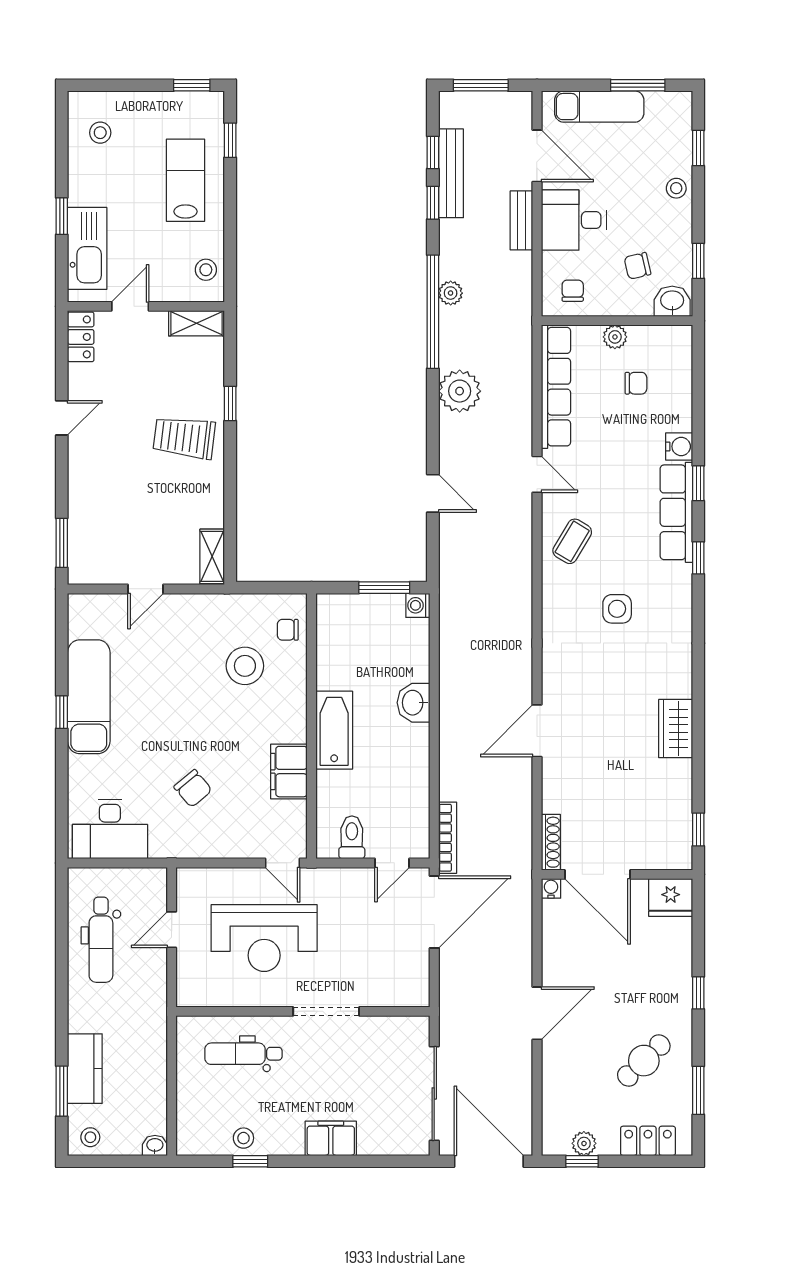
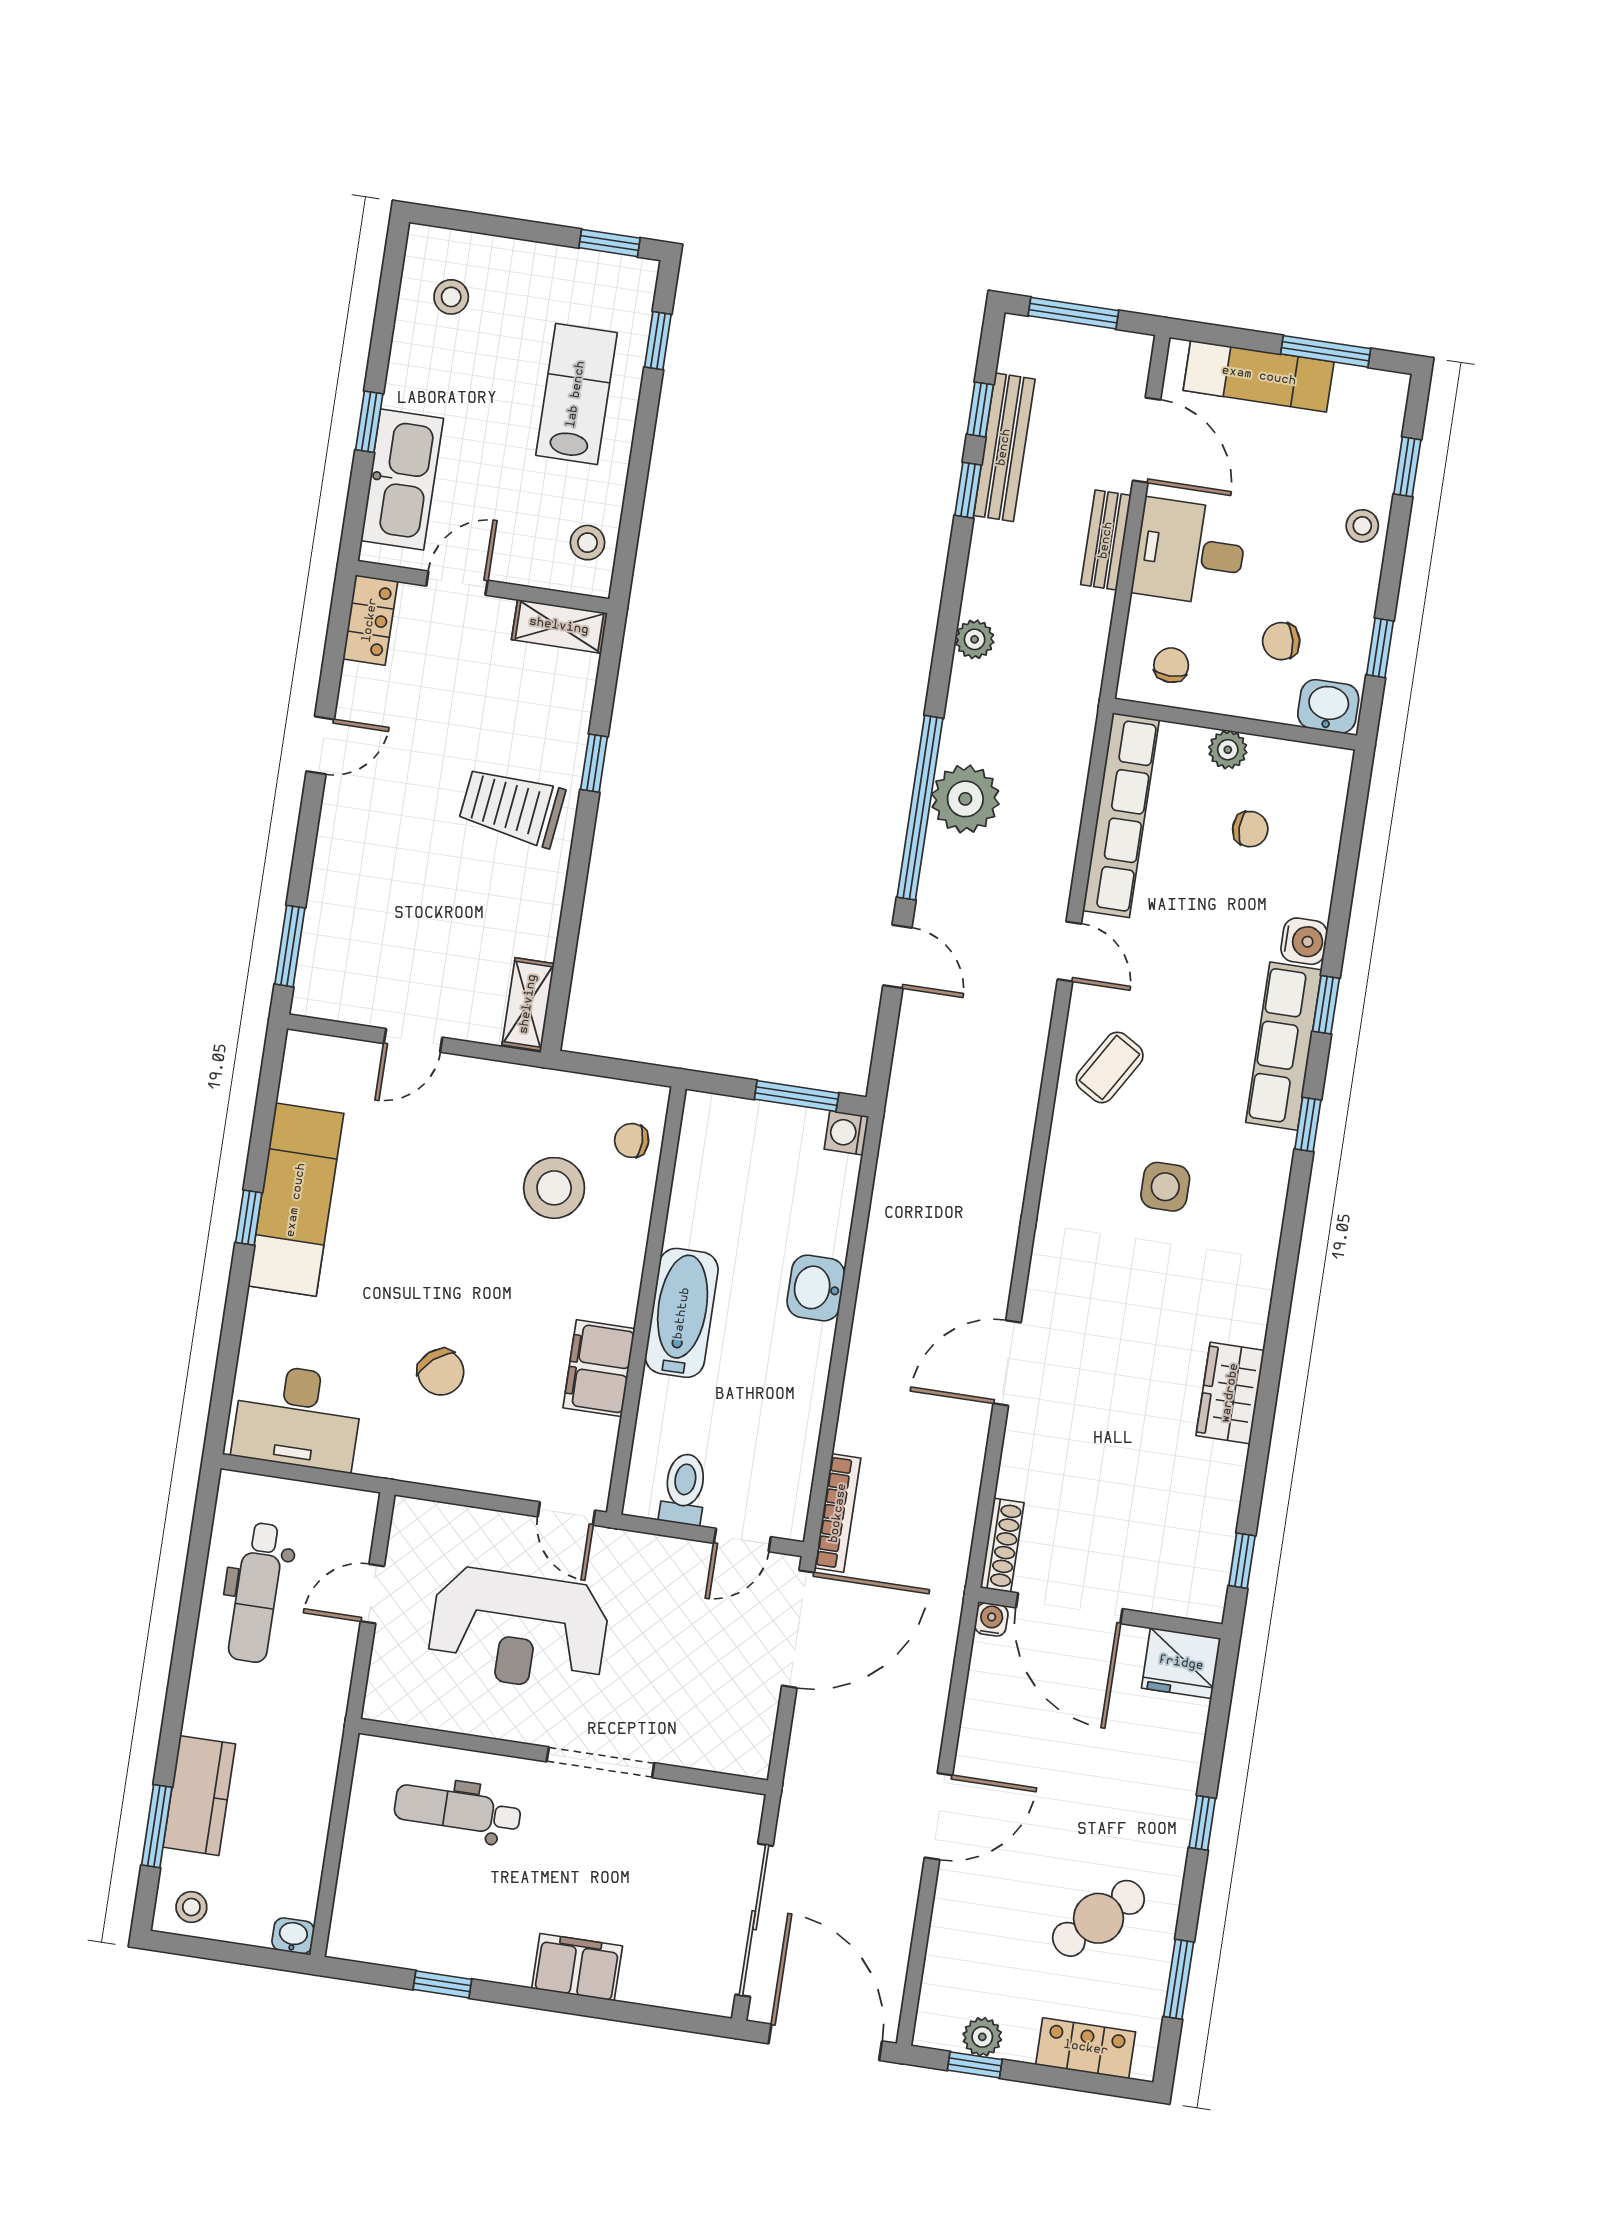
window: (433, 312) -> (920, 808), moved
stool: (243, 1138) -> (437, 1946), removed

